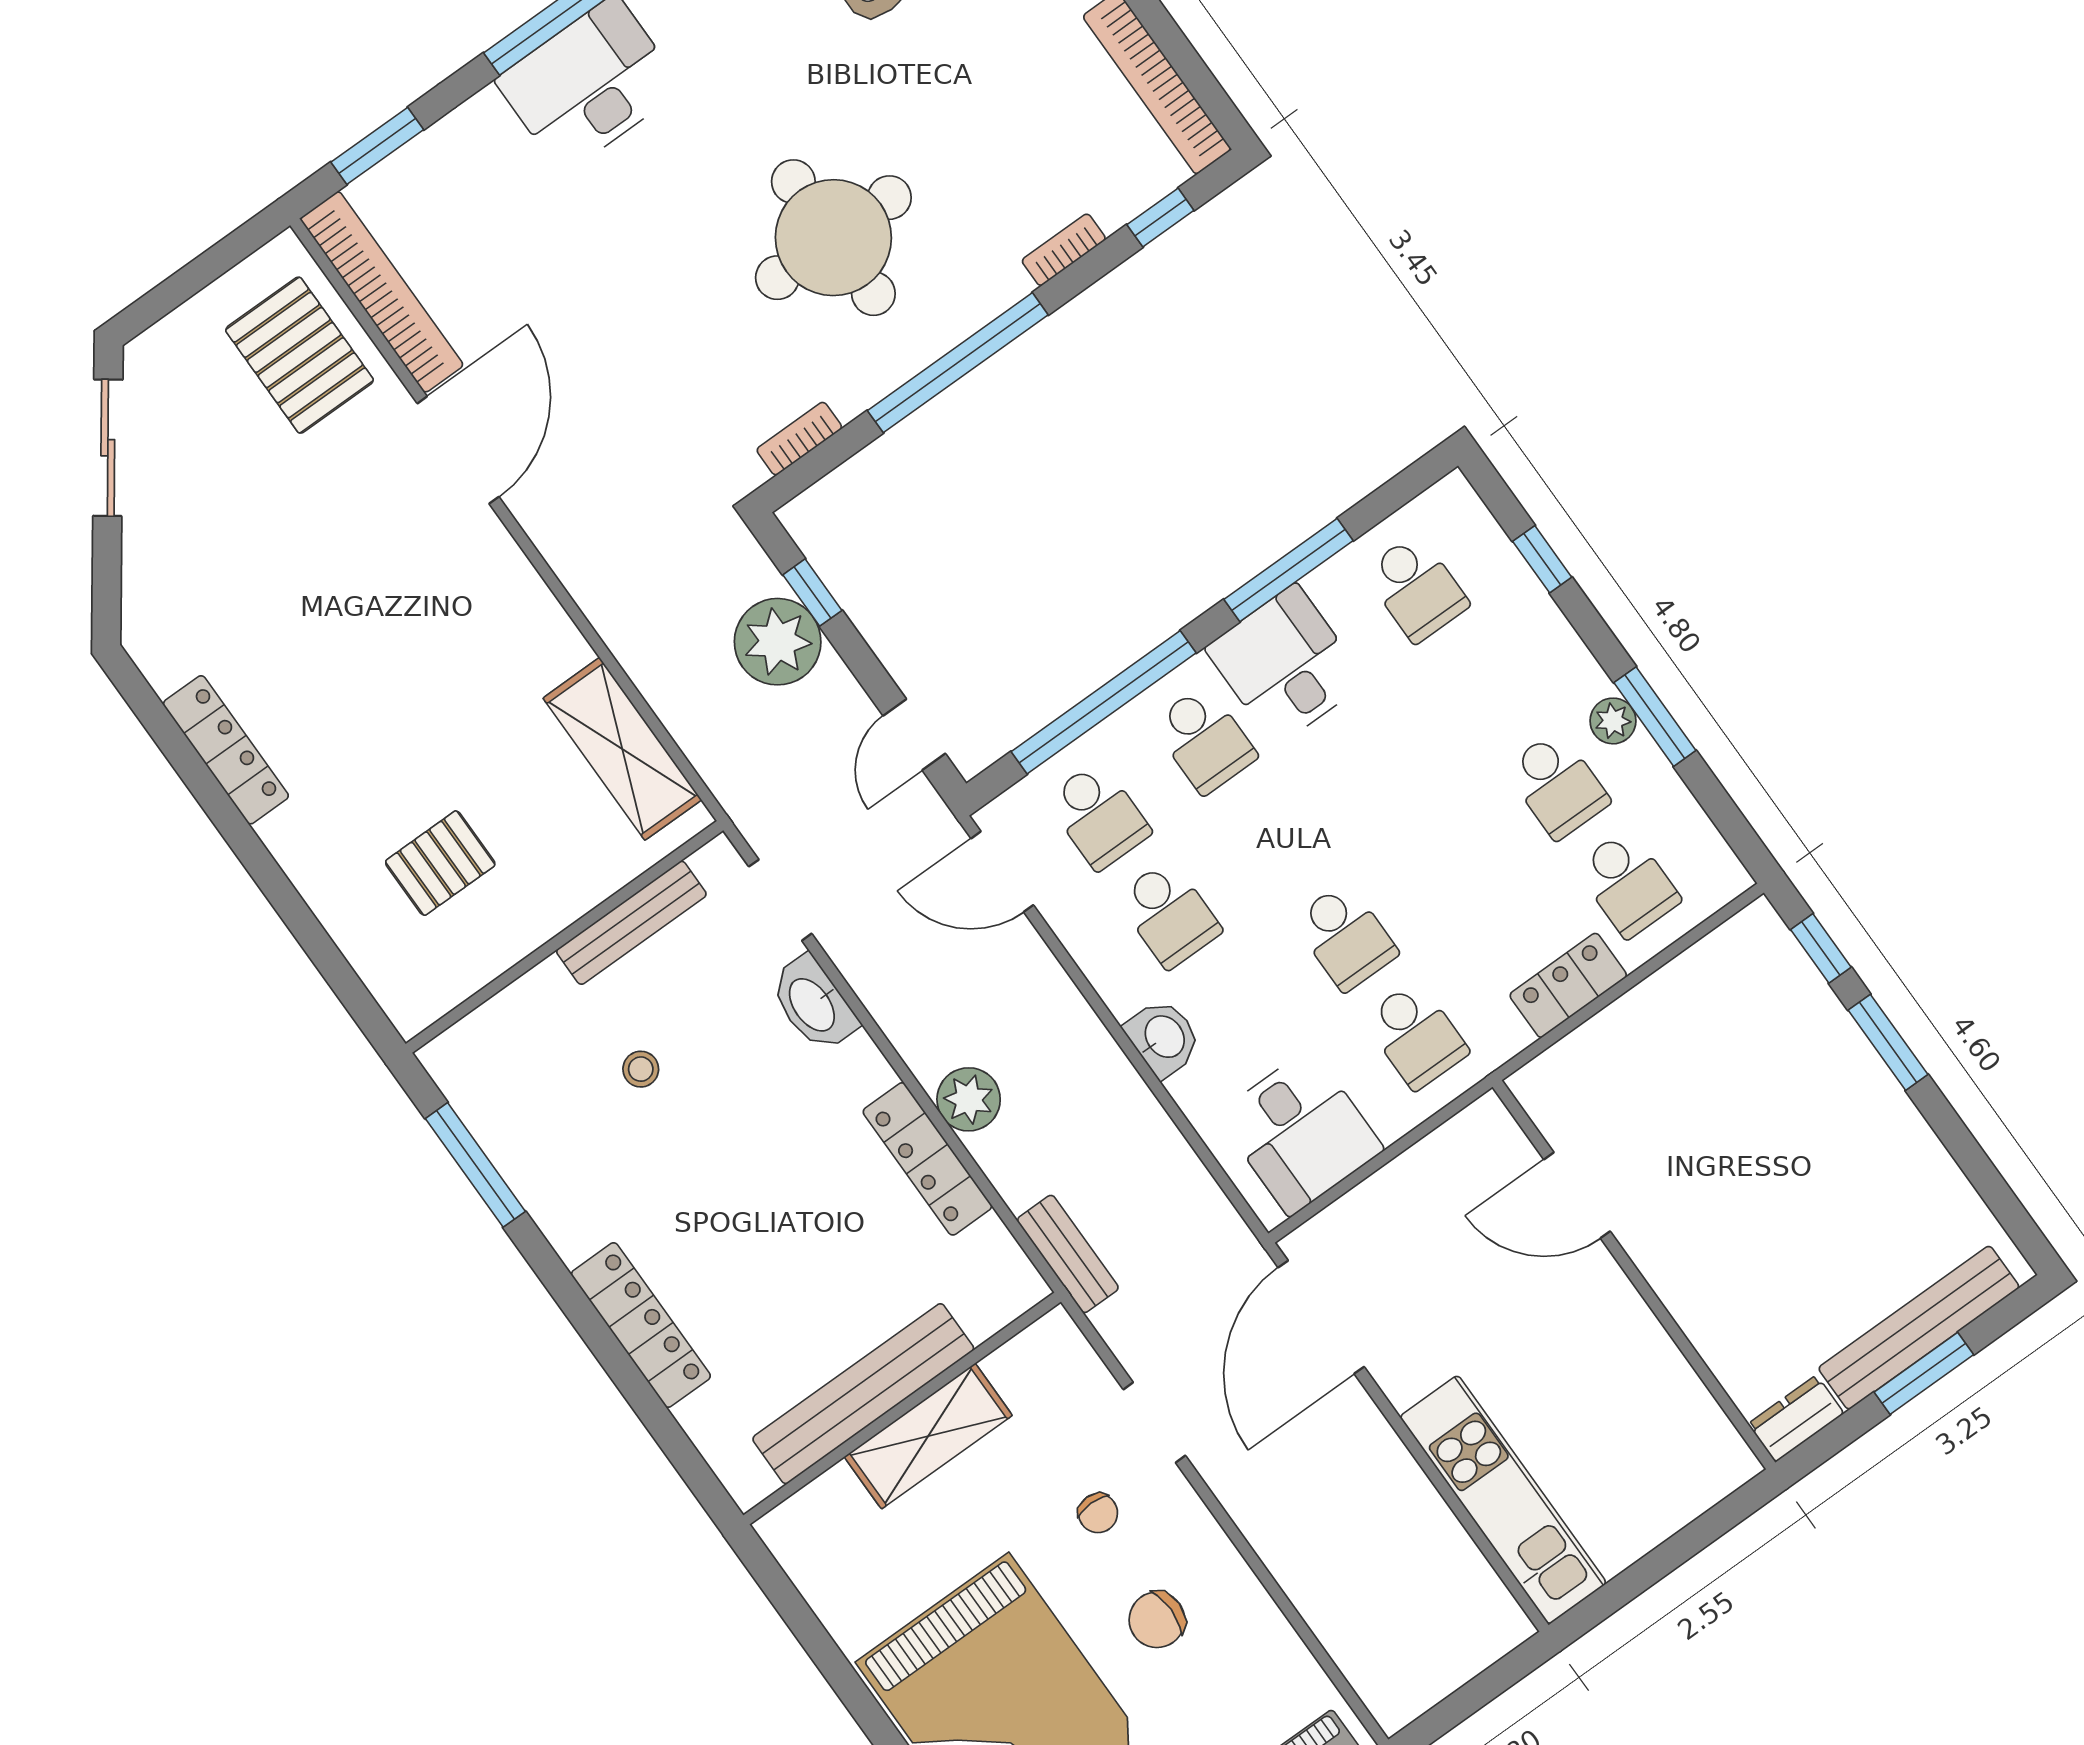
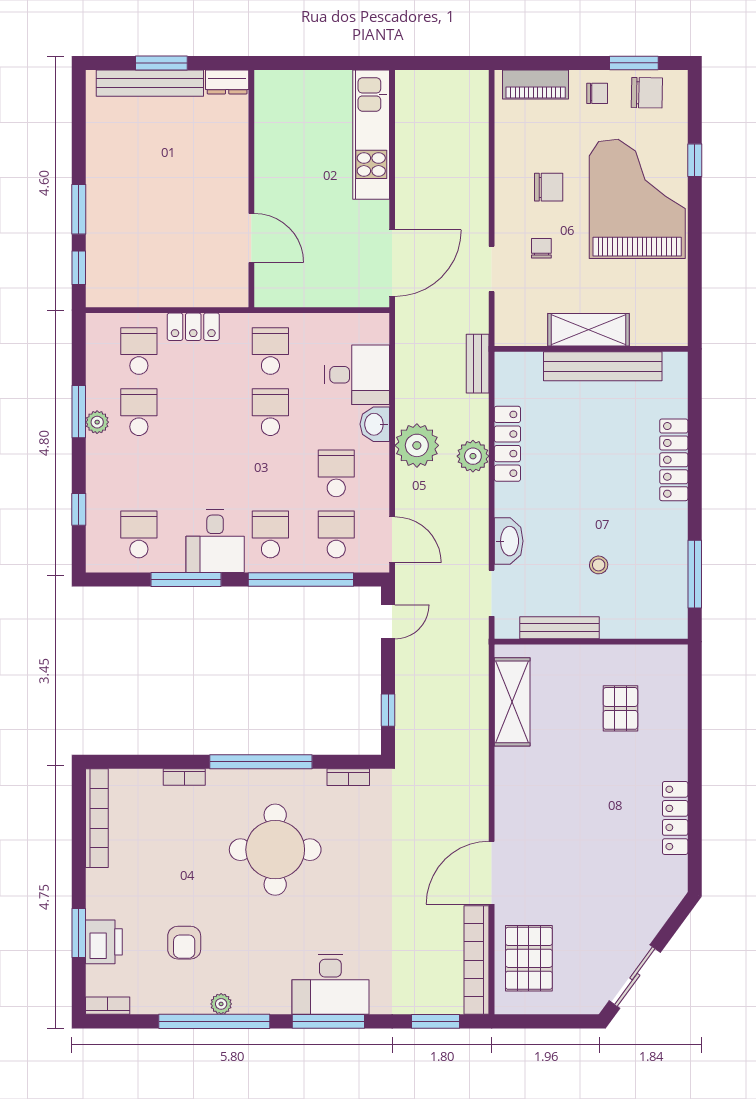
window: (1160, 218) -> (135, 762), removed
plant: (778, 642) -> (417, 445), moved
pallet: (440, 863) -> (620, 708), turned 90
desk: (1300, 1132) -> (357, 375), moved, turned 90

